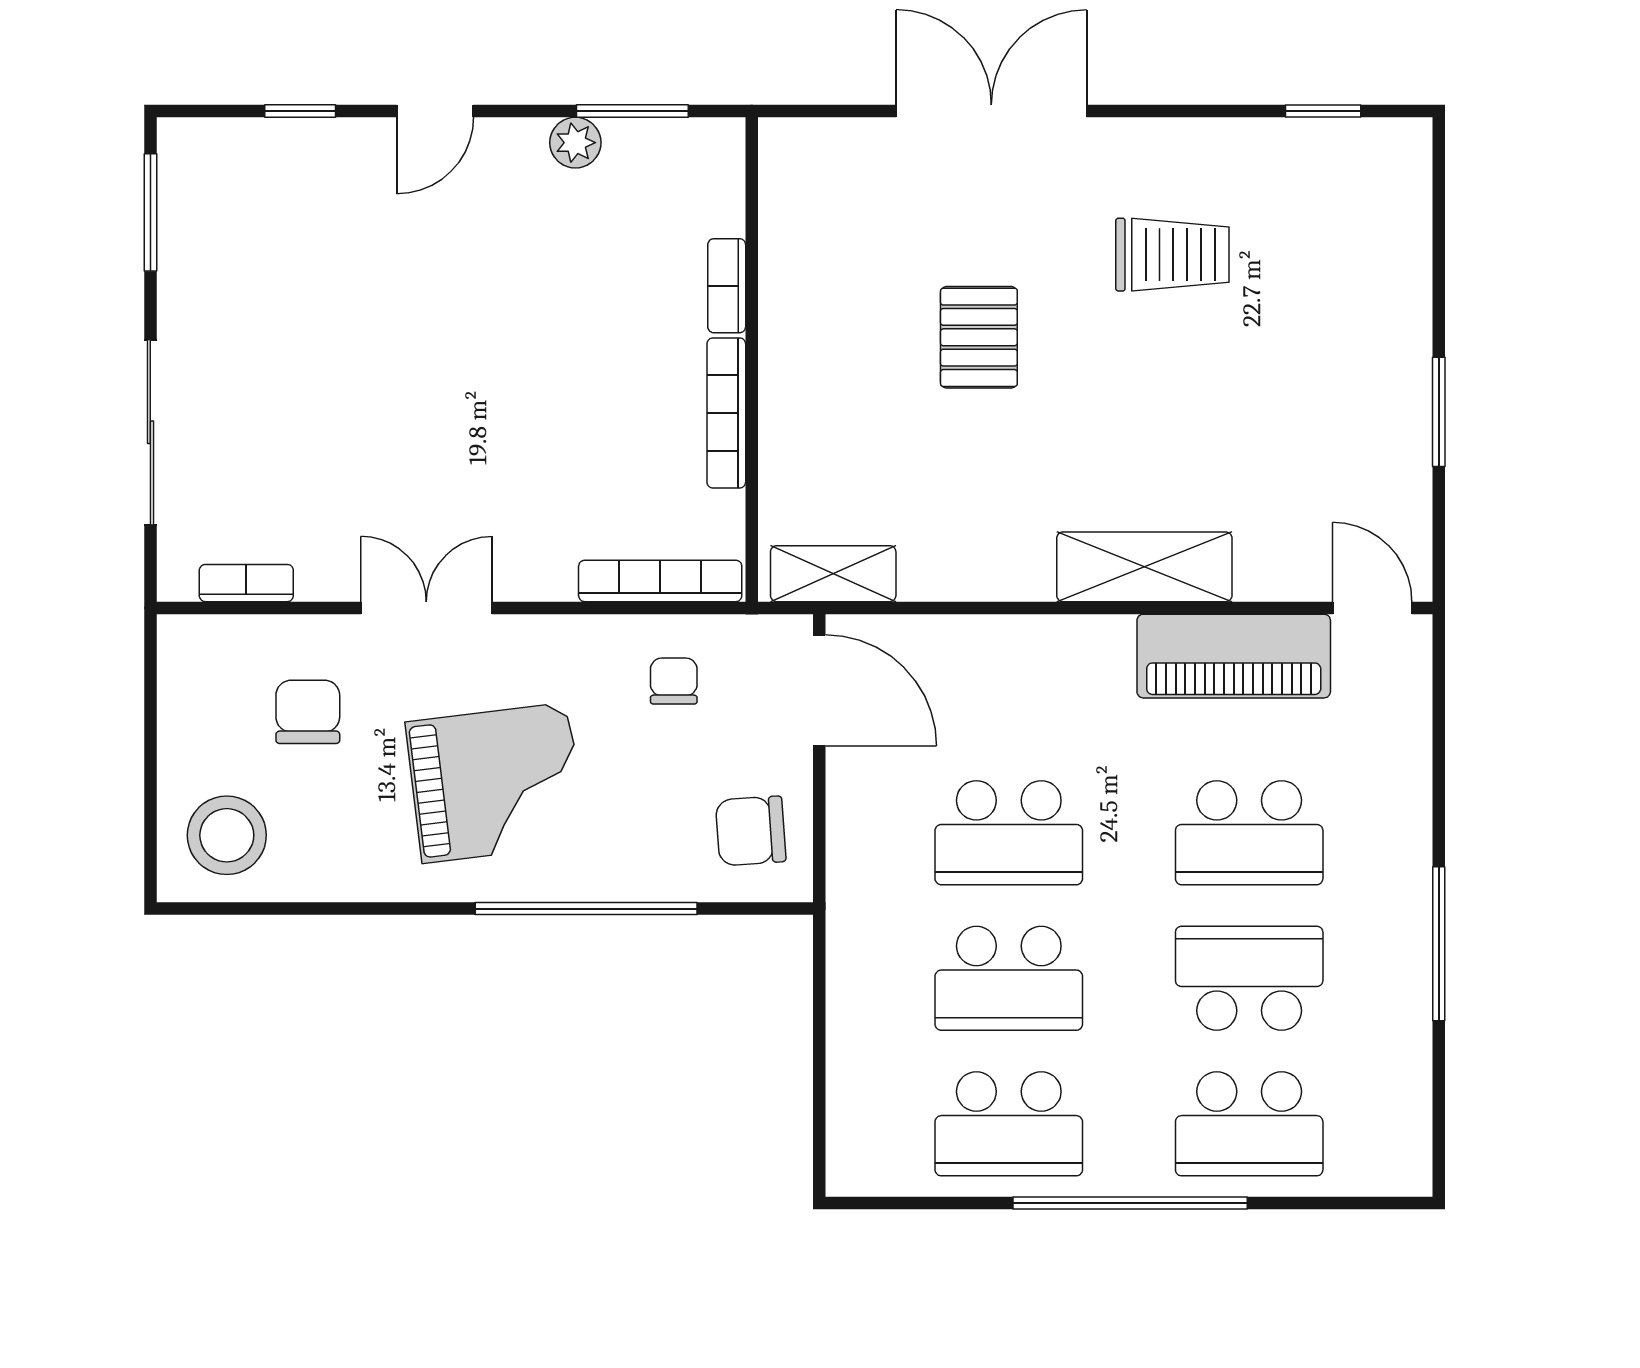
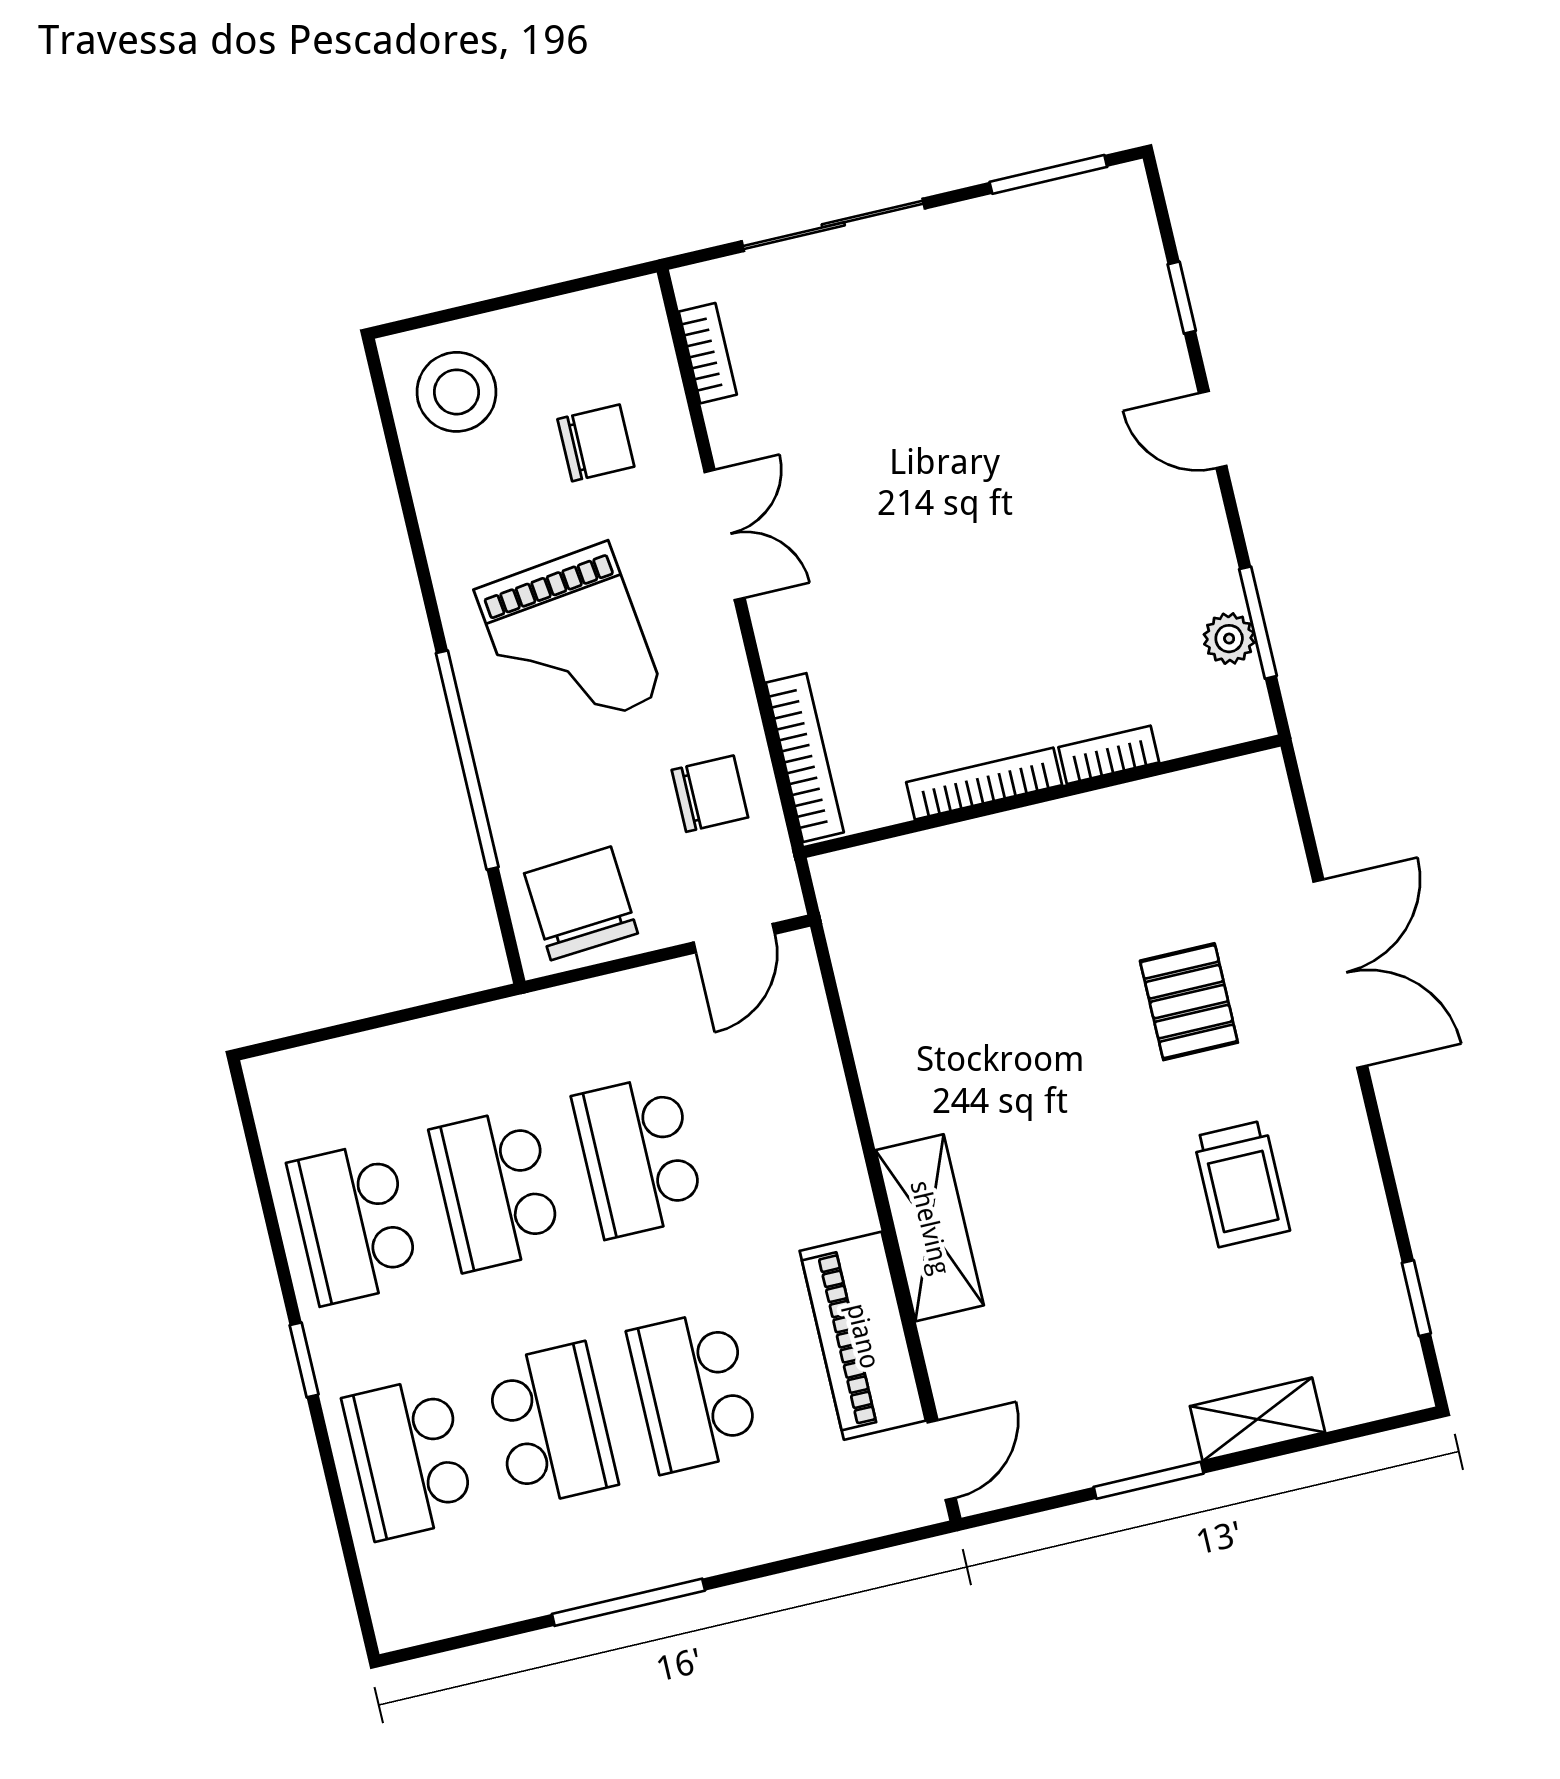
plant: (575, 143) -> (1229, 639), moved
pallet: (979, 337) -> (1189, 1002), moved, turned 90
shelving: (833, 574) -> (1257, 1419), moved, turned 90
chair: (674, 681) -> (710, 794), width x1.37, depth x1.37
door: (819, 690) -> (734, 938), width x0.73
chair: (751, 831) -> (581, 903), width x1.37, depth x1.37
window: (1130, 1203) -> (304, 1360), width x0.32

